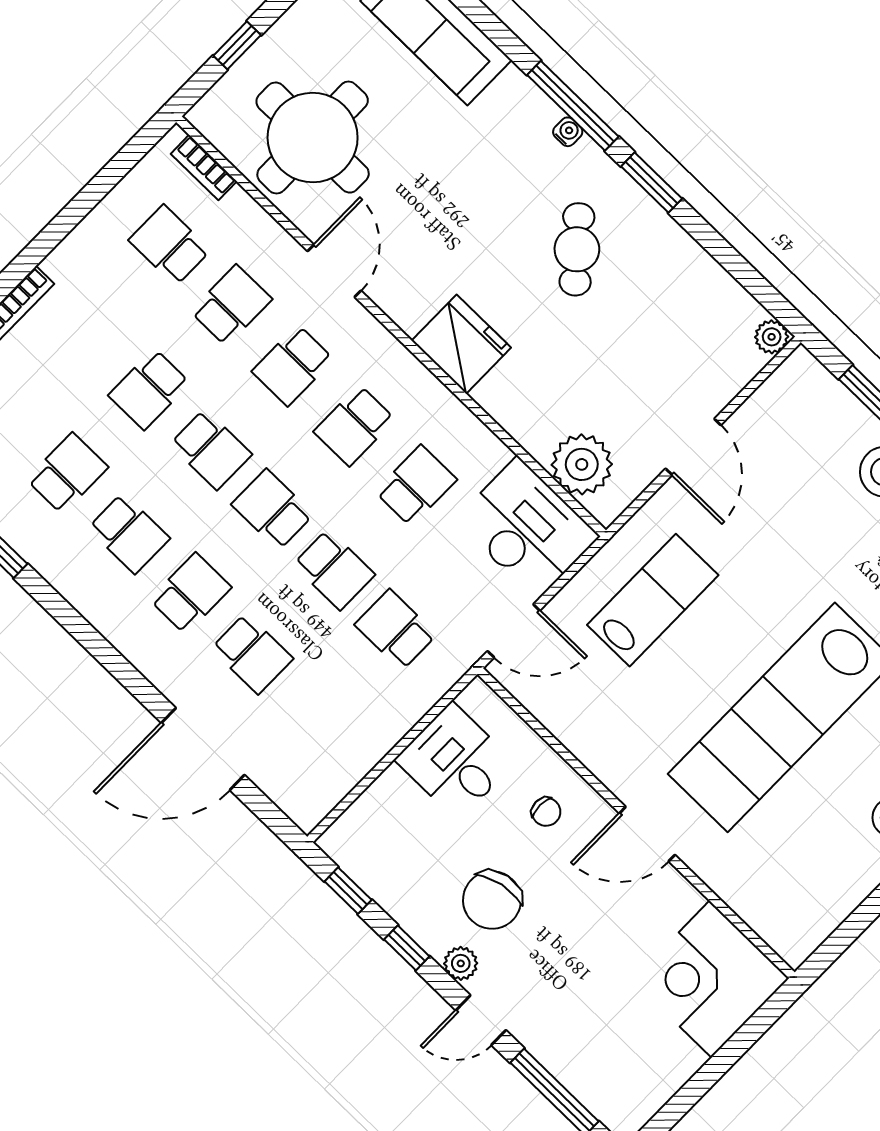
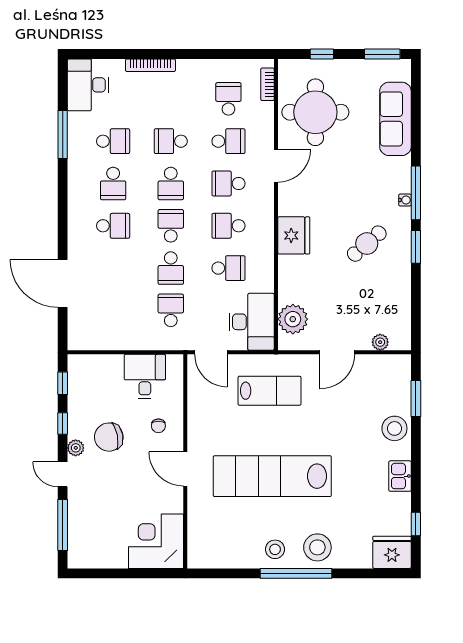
plant: (772, 337) -> (380, 342), moved
school desk: (252, 654) -> (113, 268), removed

